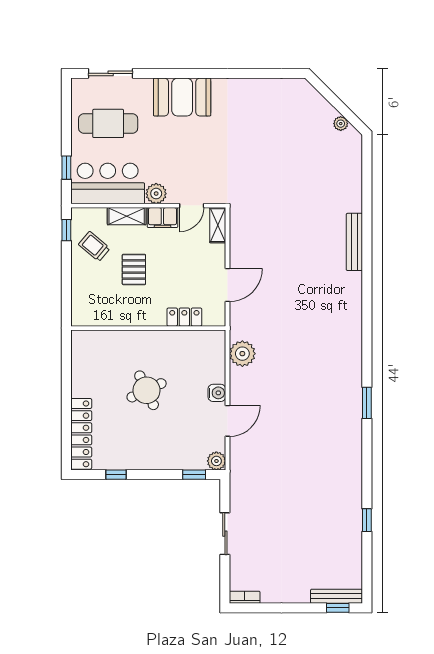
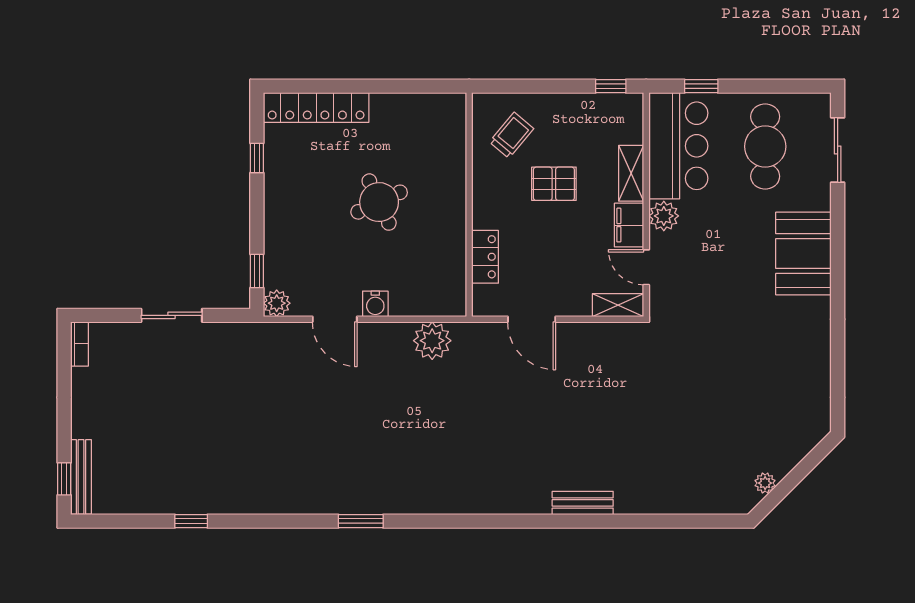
bench: (354, 242) -> (583, 503), width x0.73
trolley: (94, 246) -> (511, 135), moved

